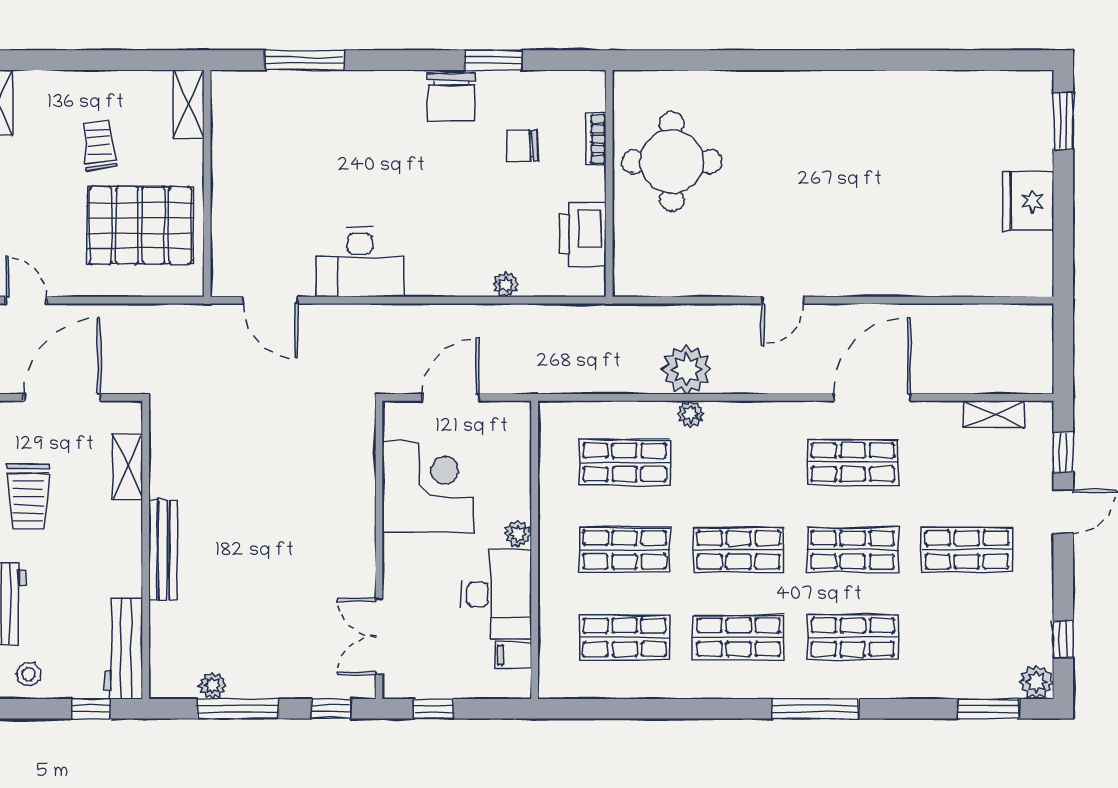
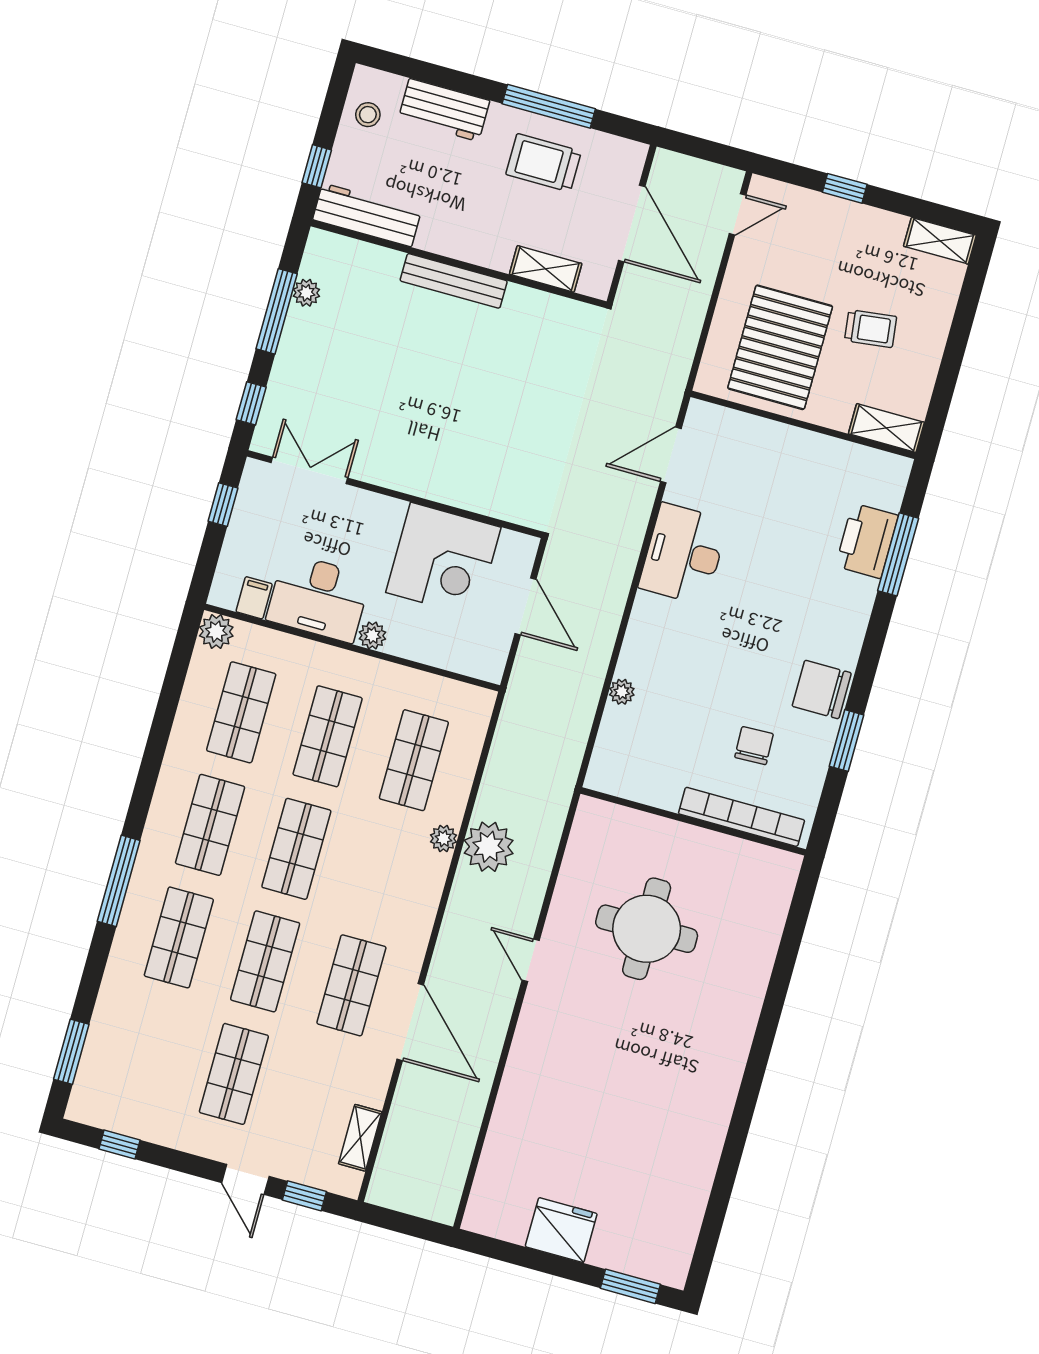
bookcase: (596, 139) -> (742, 817), width x2.31, depth x1.31
round table: (672, 162) -> (647, 929), moved
printer: (583, 234) -> (867, 541), moved, turned -90
plant: (1036, 682) -> (216, 632), moved

